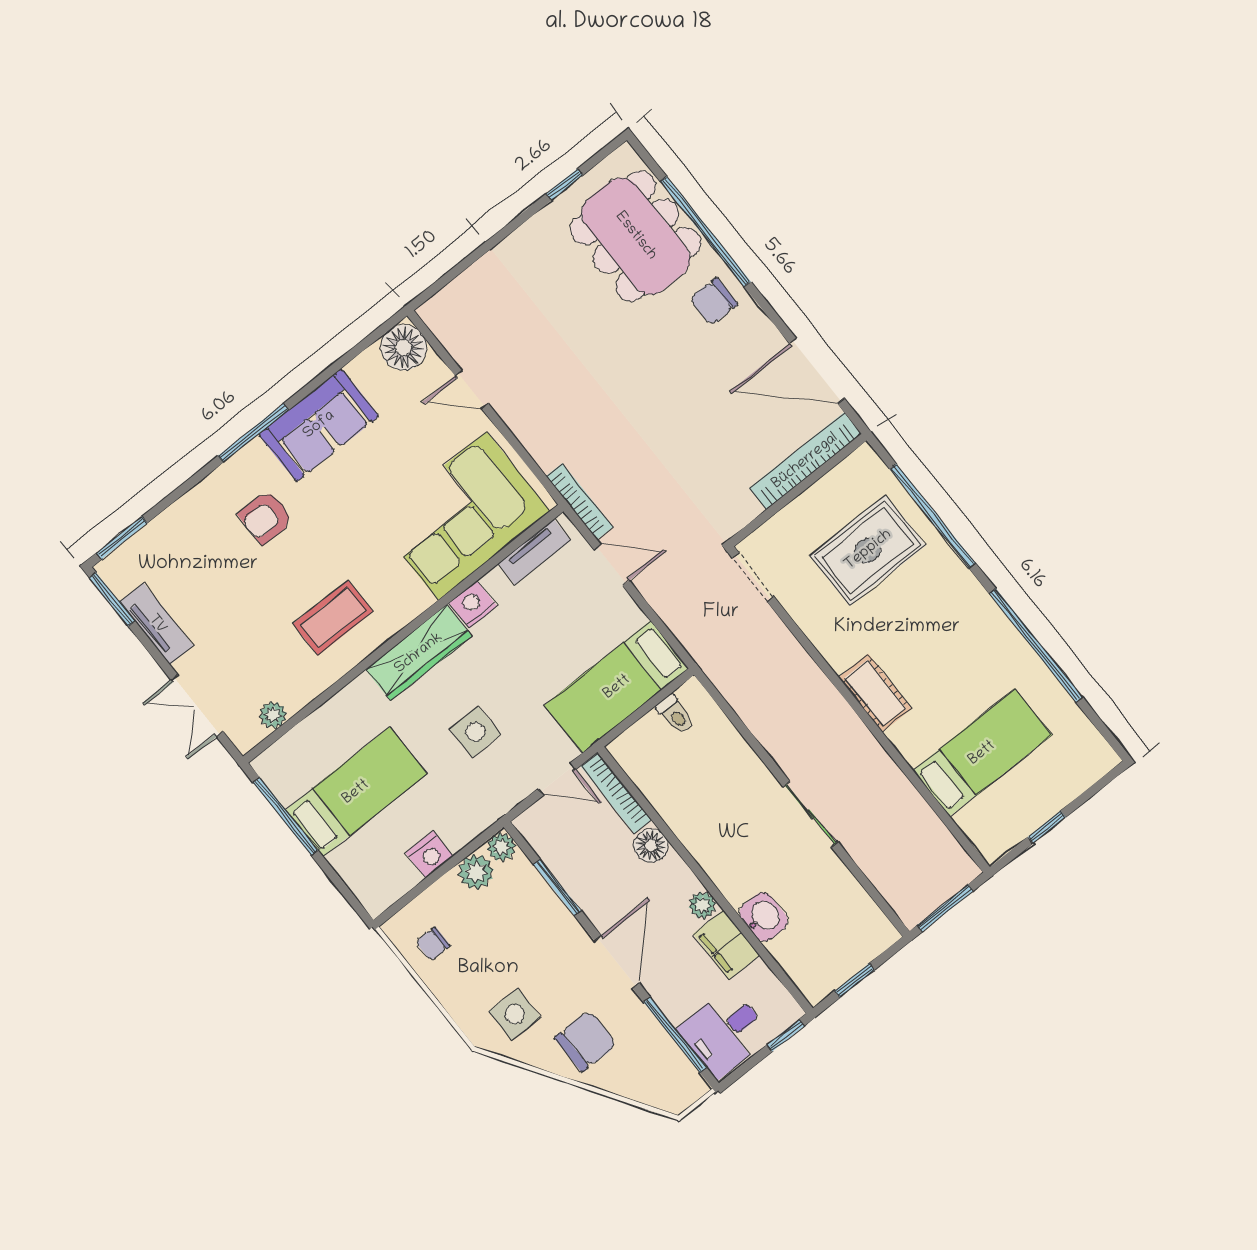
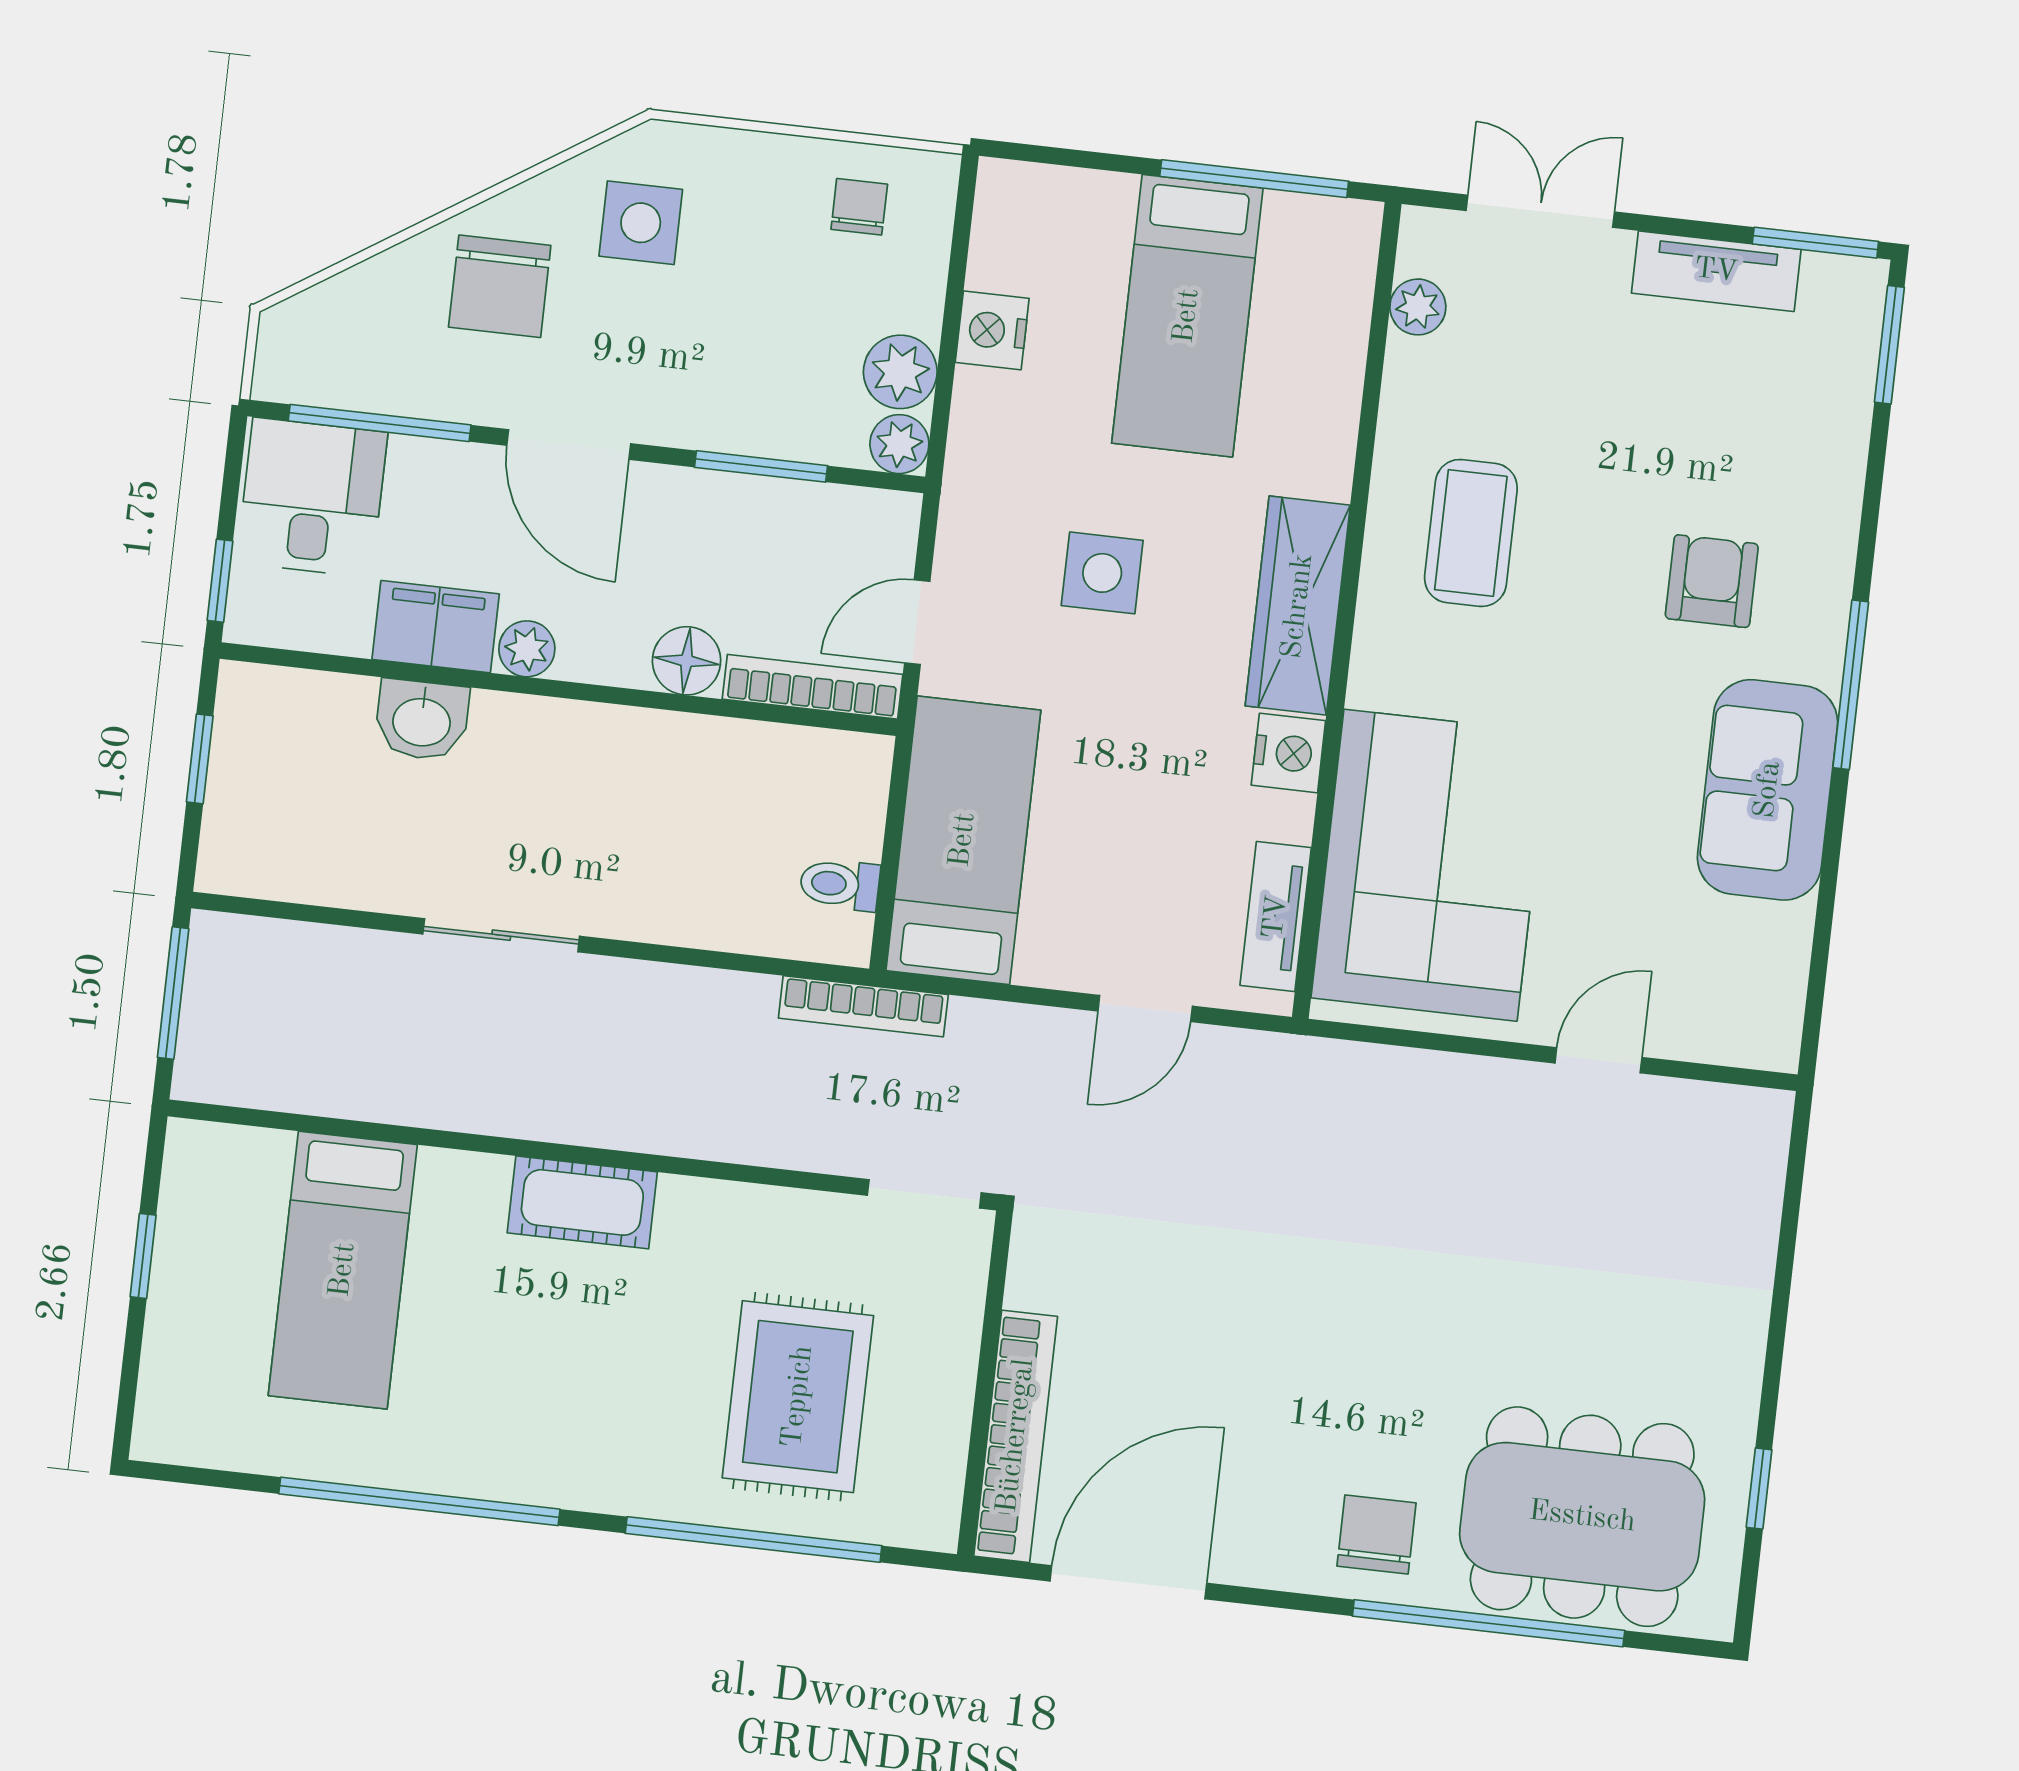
floor lamp: (404, 347) -> (1757, 1023), removed
bookcase: (580, 502) -> (863, 1006), moved

